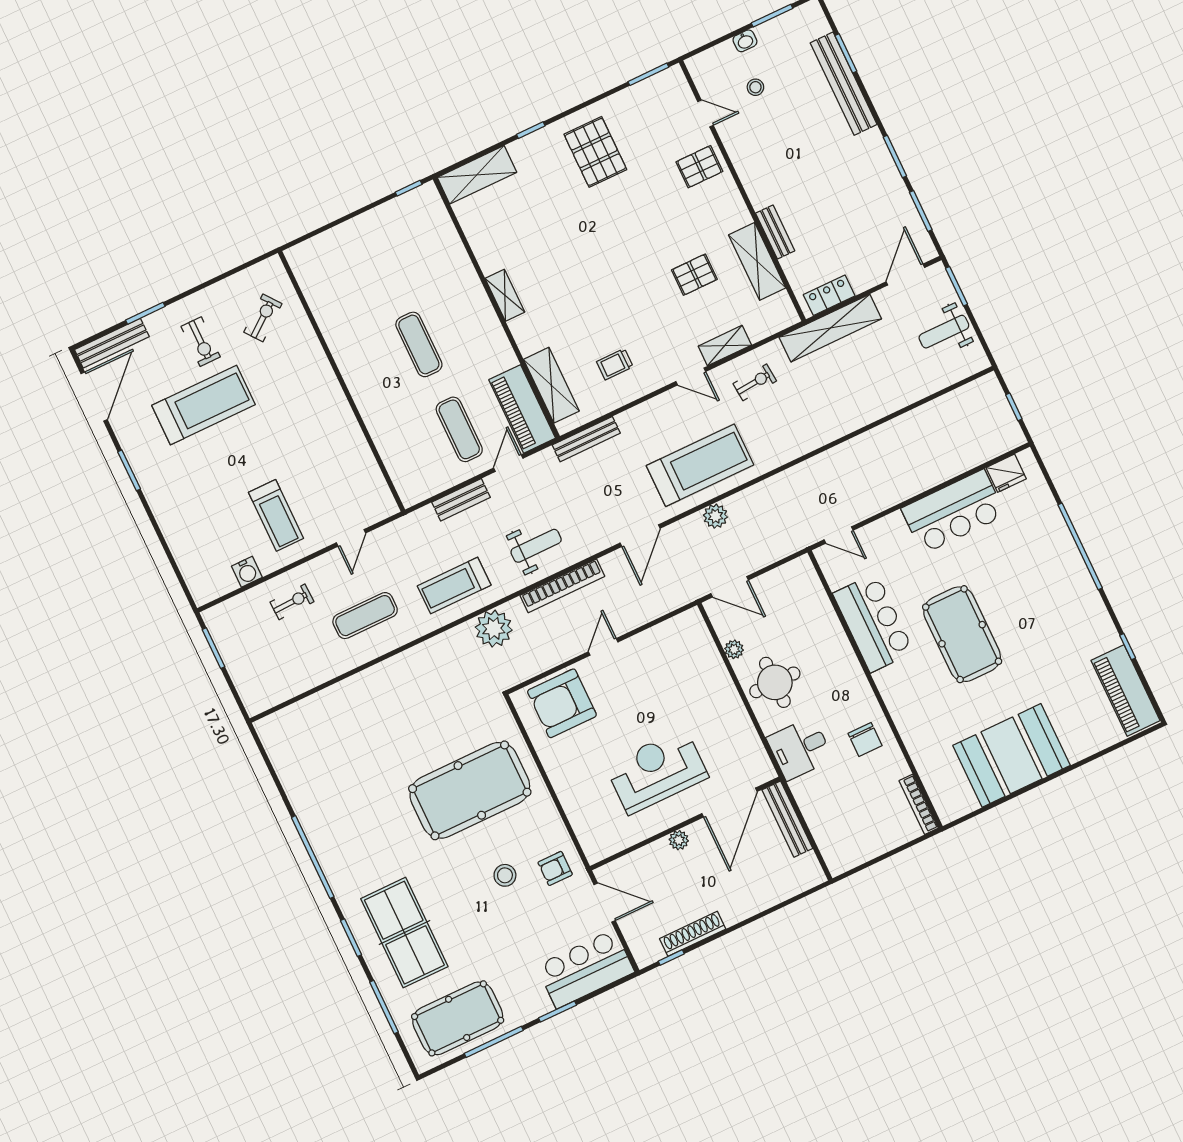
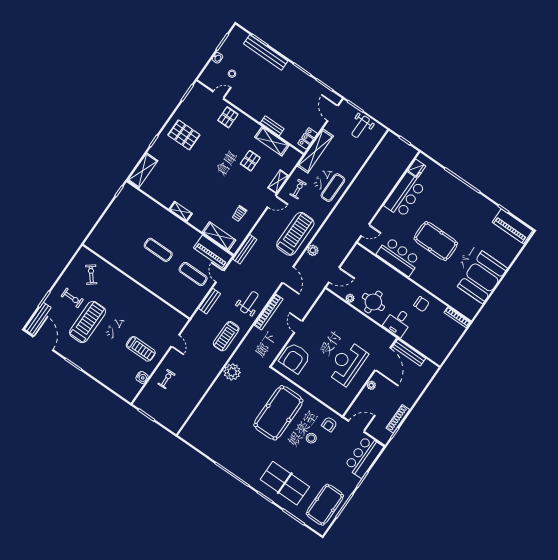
exercise mat: (365, 616) -> (333, 188), moved
plant: (494, 629) -> (232, 372), moved

